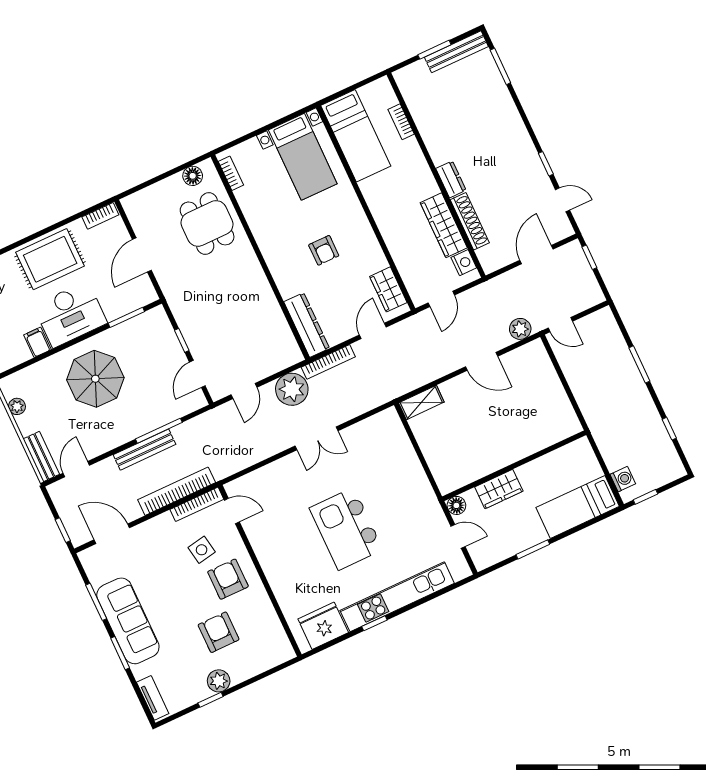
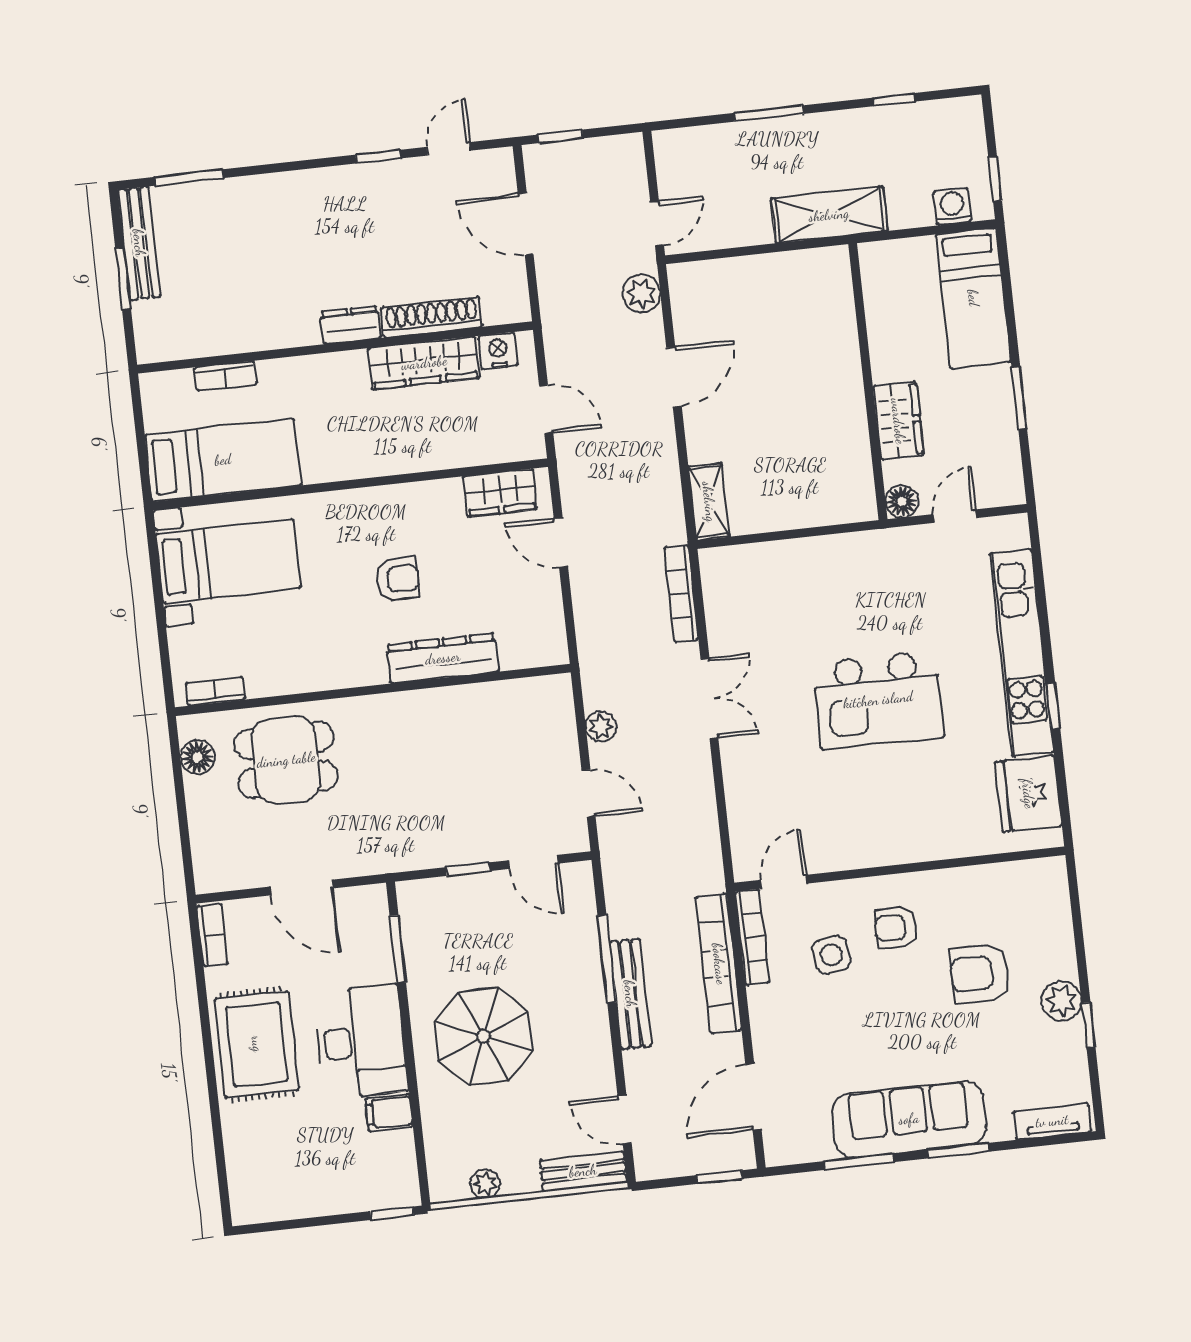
dresser: (307, 325) -> (443, 658), moved
bookcase: (328, 362) -> (681, 594), moved, turned 180
plant: (292, 389) -> (601, 727), width x0.53, depth x0.53
shelving: (596, 415) -> (829, 215), added
armchair: (228, 579) -> (896, 927), width x0.72, depth x0.72

